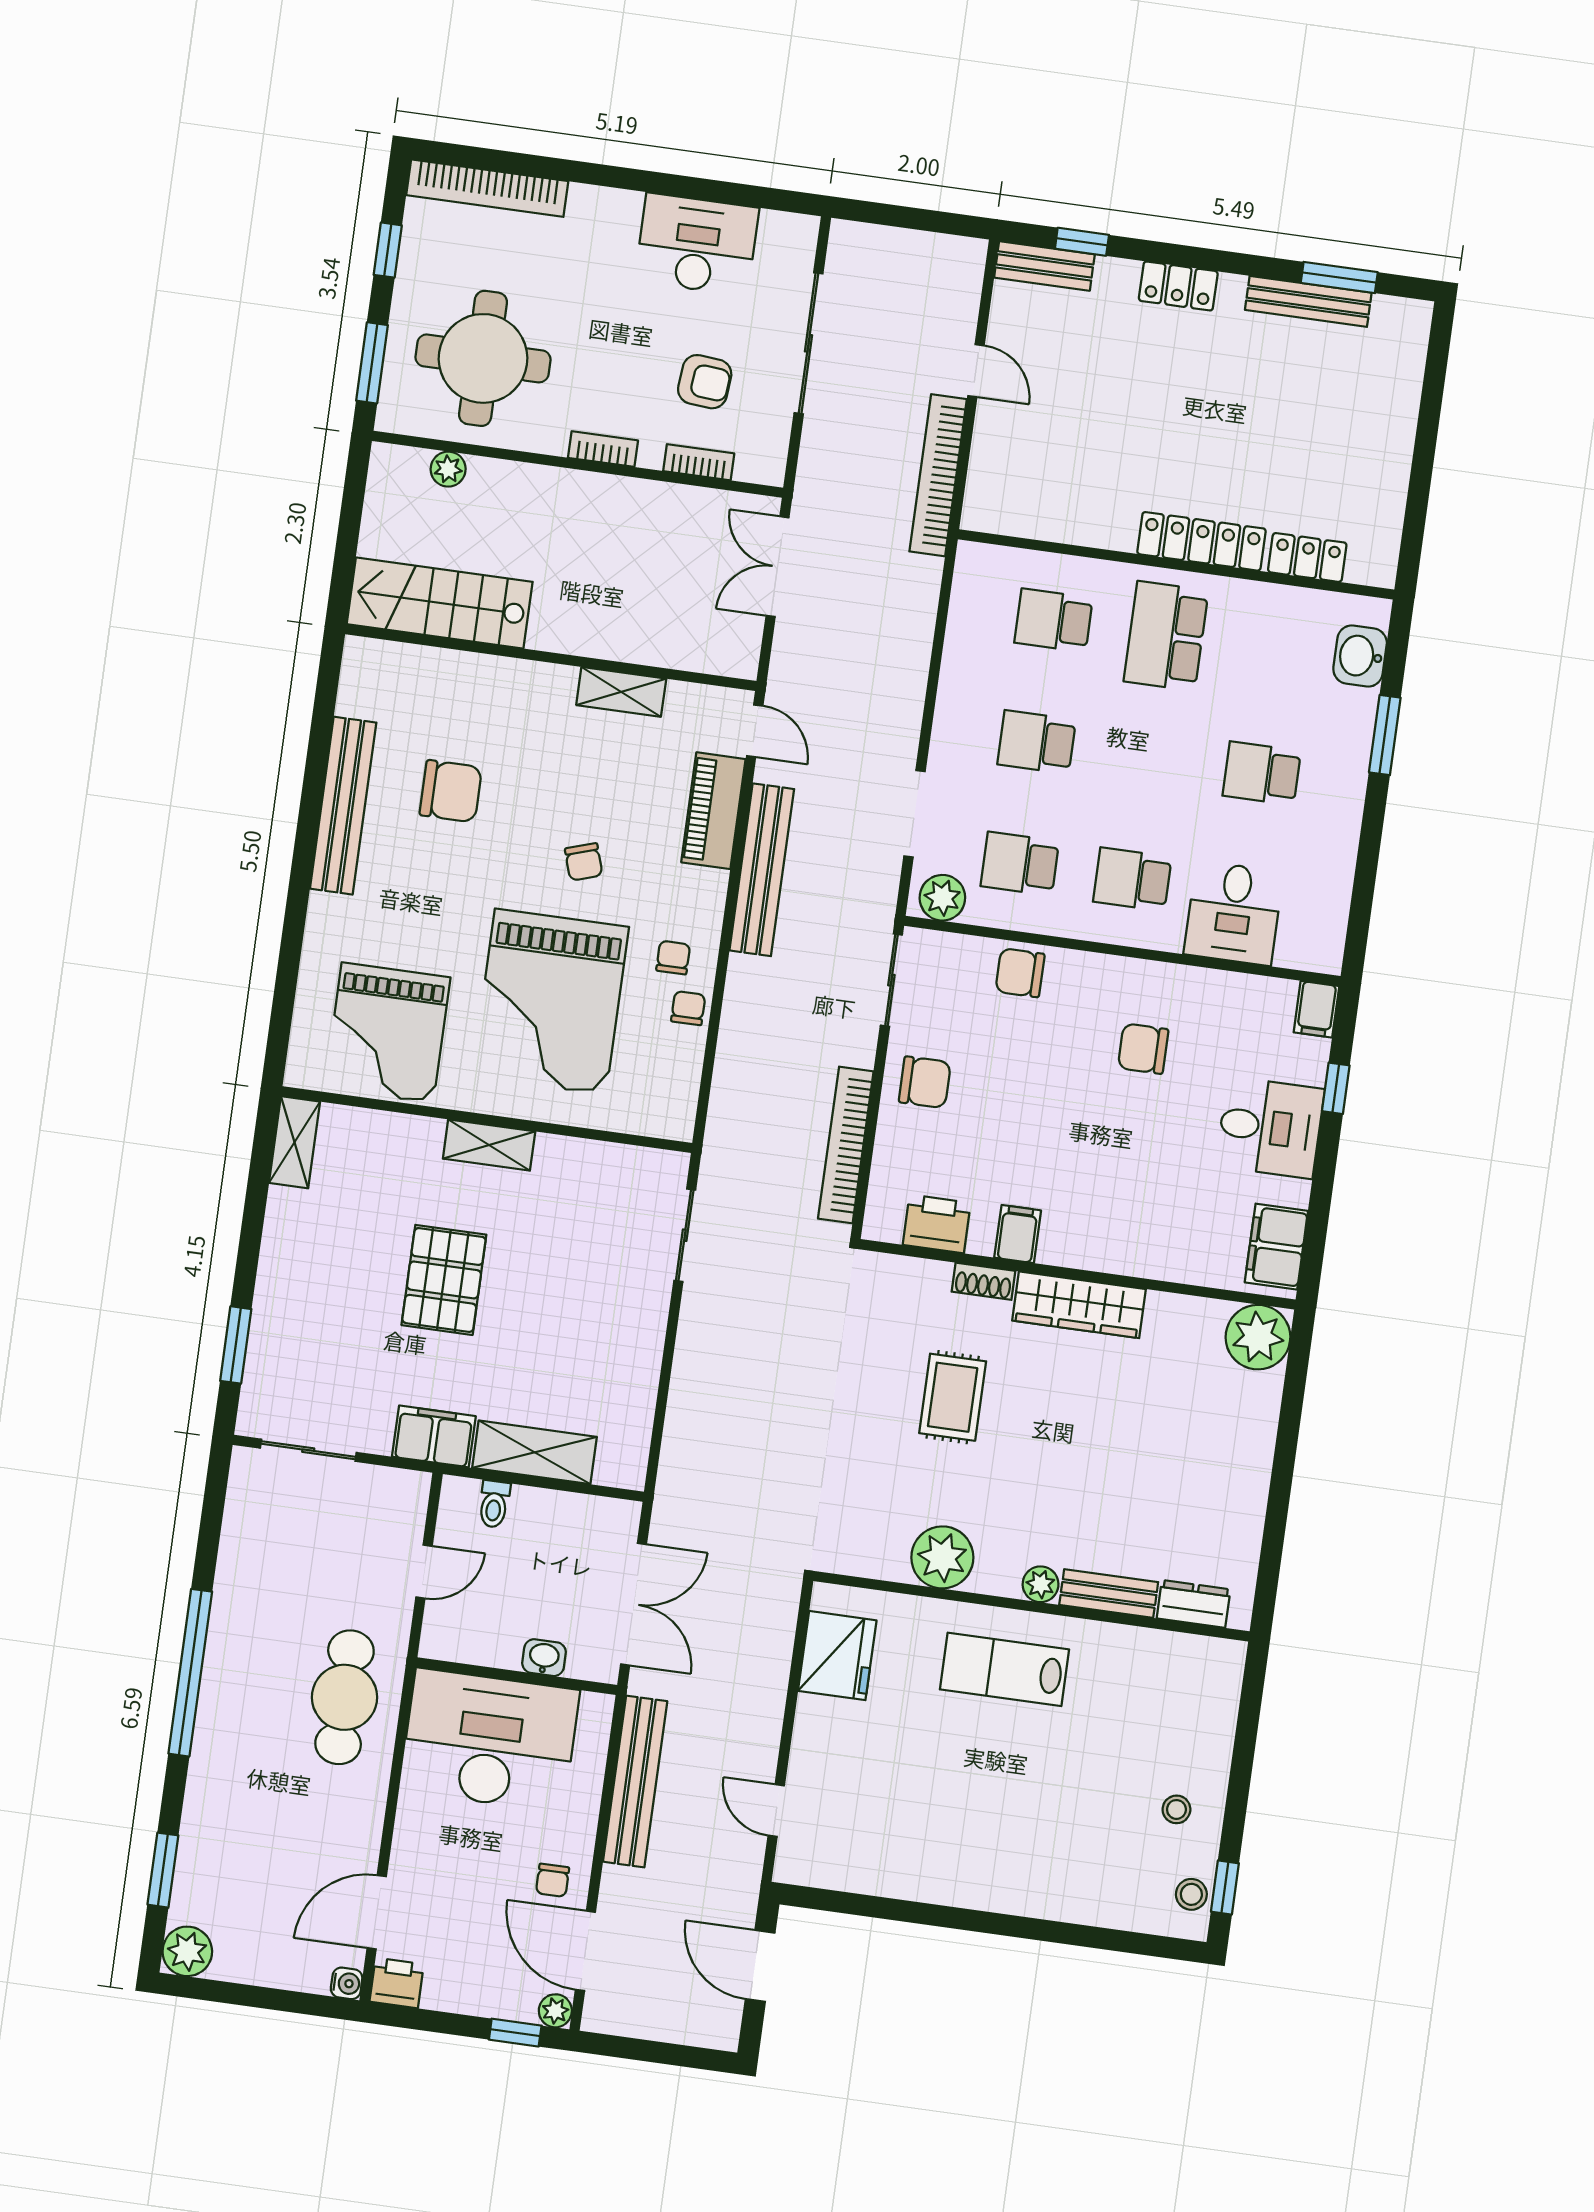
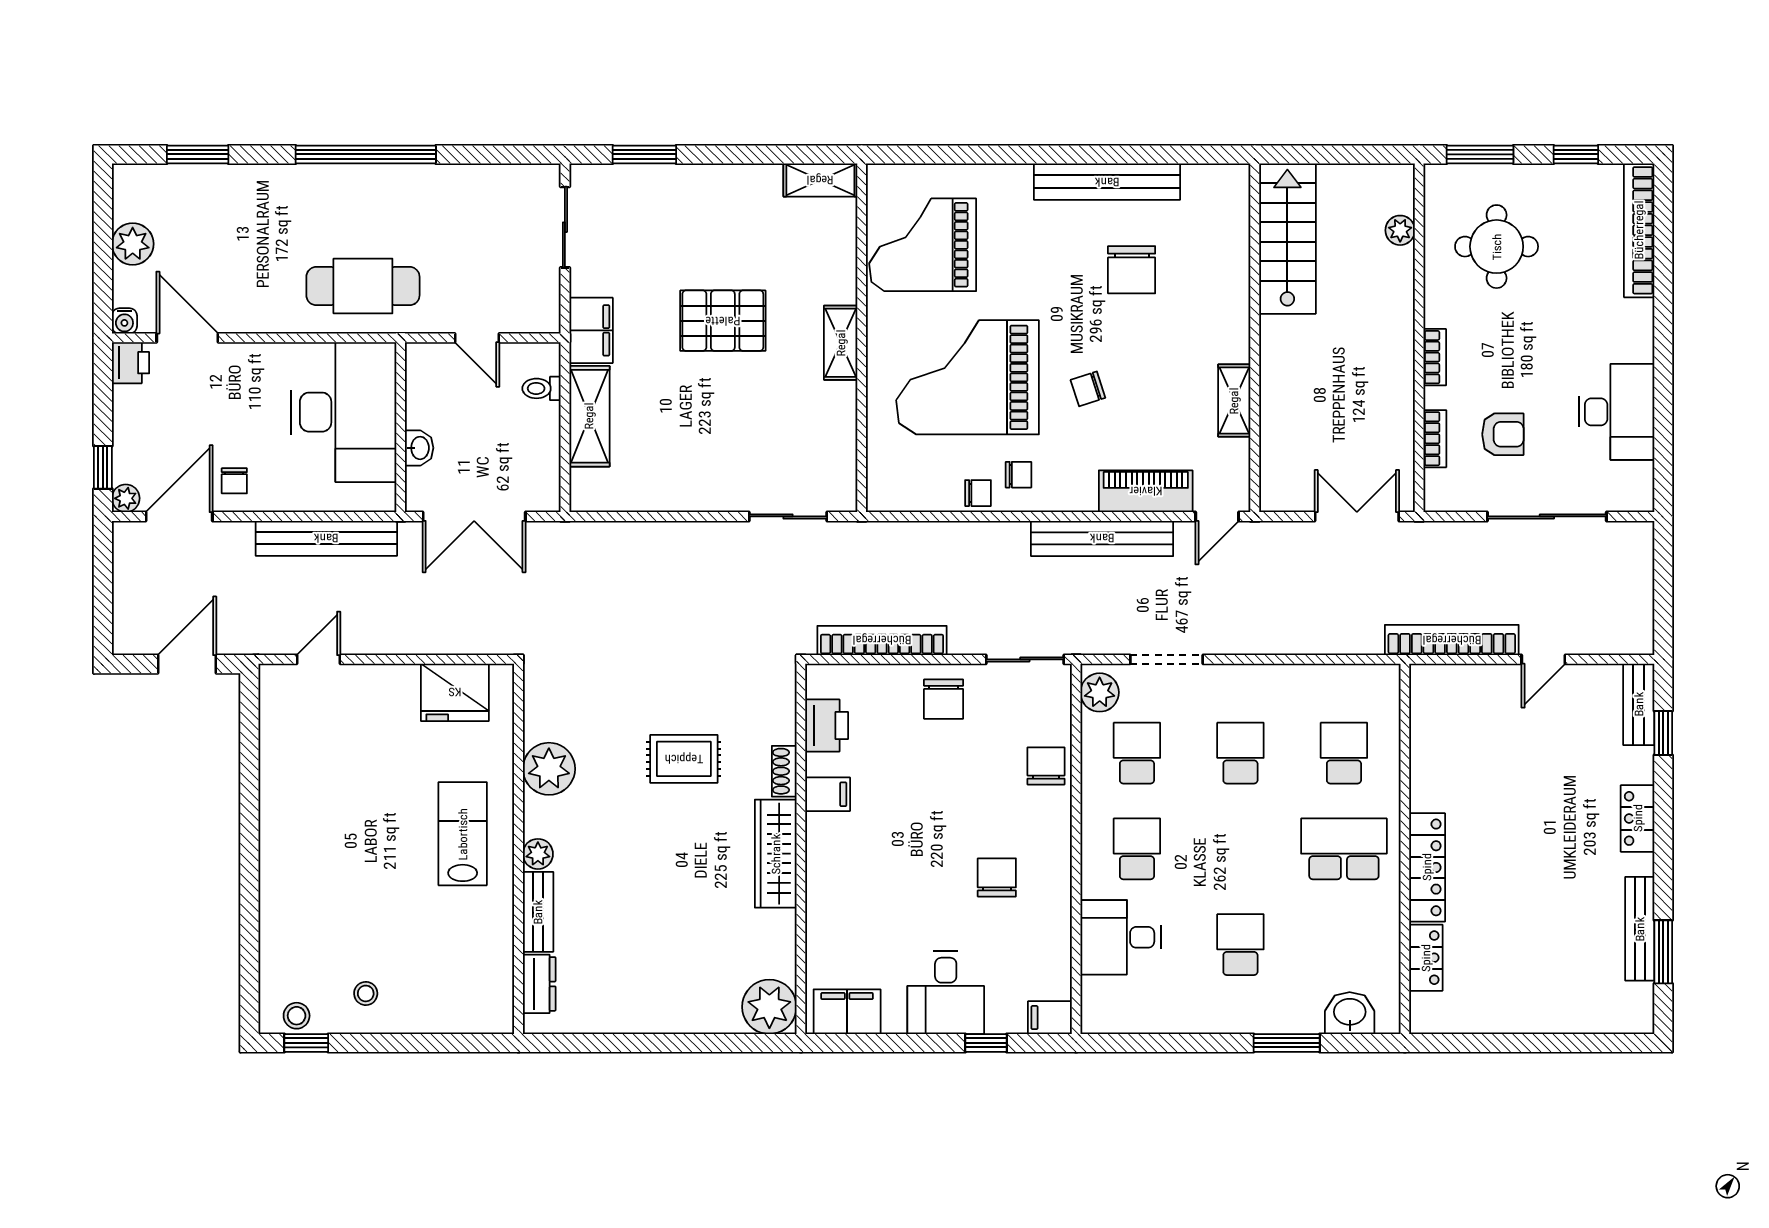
round table: (483, 358) -> (1497, 247), width x0.73, depth x0.73
armchair: (705, 382) -> (1503, 434), turned -95
chair: (553, 1880) -> (234, 481), turned -90
plant: (187, 1951) -> (133, 244), moved

